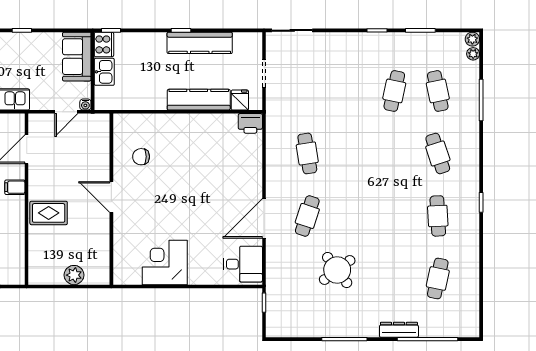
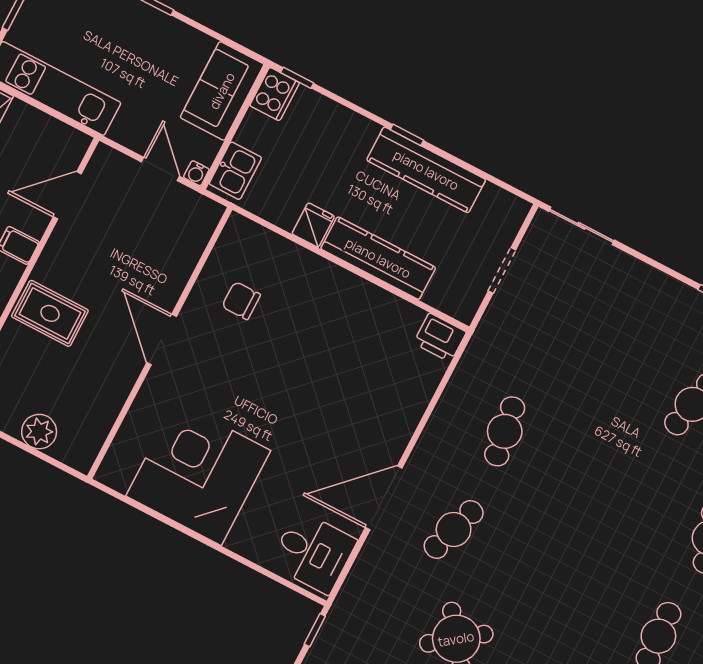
kitchen sink: (104, 72) -> (235, 171), moved
fridge: (240, 100) -> (313, 225), moved
door: (66, 112) -> (160, 169), swing flipped
corner desk: (165, 262) -> (198, 473), width x1.36, depth x1.36

